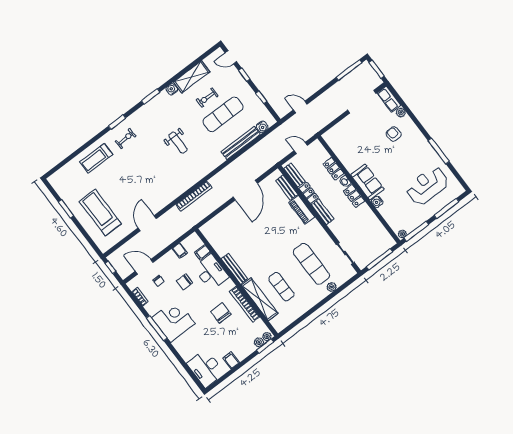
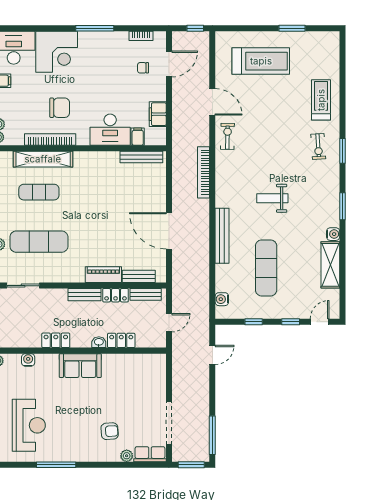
exercise bike: (207, 98) -> (227, 136), moved
bench: (241, 143) -> (222, 236), moved
locker: (354, 196) -> (56, 340), moved
water cooler: (377, 202) -> (28, 360), moved
filing cabinet: (180, 251) -> (158, 114), width x2.00
bench: (234, 269) -> (141, 157), moved
chair: (184, 282) -> (121, 94), removed
corner desk: (173, 321) -> (57, 52), moved

